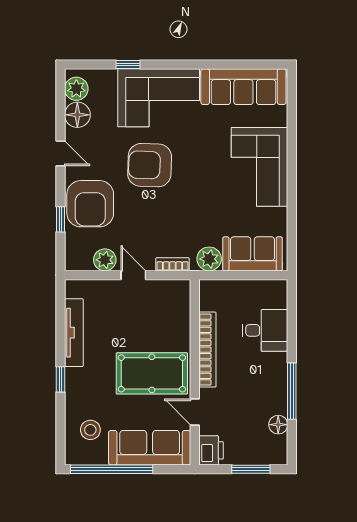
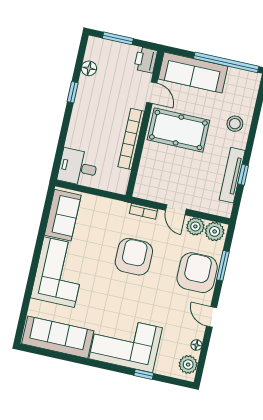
floor lamp: (77, 115) -> (196, 345), width x0.53, depth x0.53
armchair: (150, 165) -> (134, 257), moved, turned -92
window: (60, 219) -> (223, 266), width x1.50
sofa: (253, 254) -> (63, 215), moved, turned -90
plant: (209, 259) -> (215, 231), moved
desk: (265, 330) -> (78, 167), moved
window: (60, 379) -> (243, 175), moved
window: (292, 391) -> (73, 92), width x0.46
stool: (90, 430) -> (235, 124), moved

